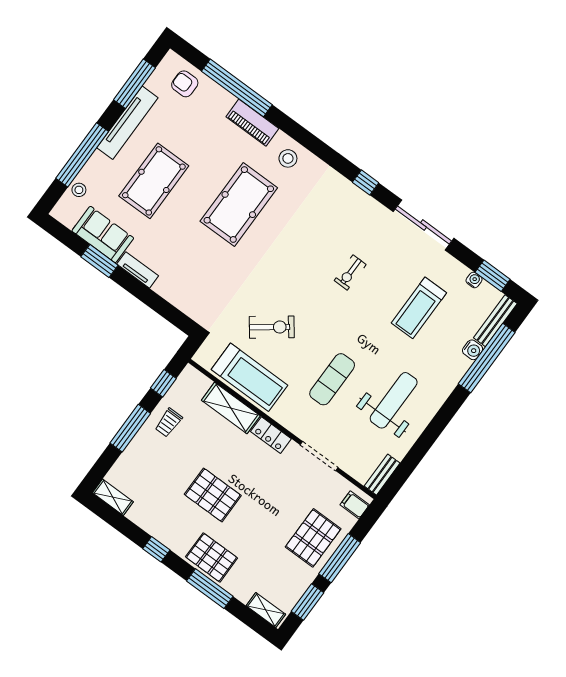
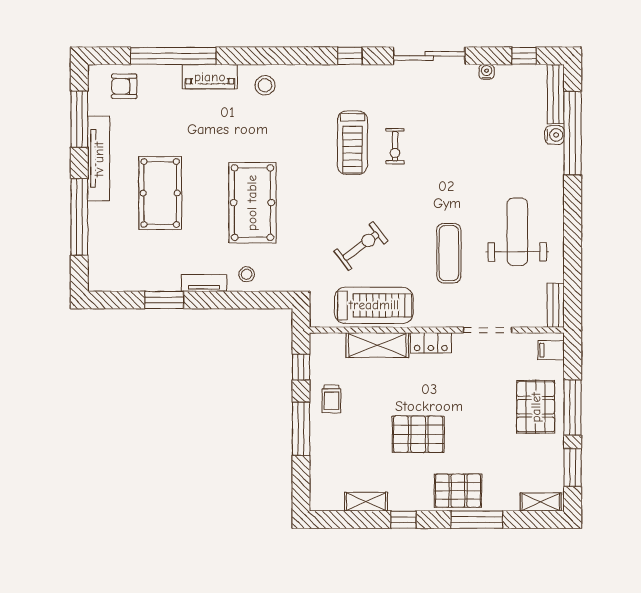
stool: (79, 190) -> (247, 274), moved
pool table: (239, 205) -> (252, 203), moved
sofa: (103, 234) -> (150, 274), removed
window: (493, 276) -> (524, 56), width x0.67
water cooler: (474, 280) -> (487, 72), moved
treadmill: (419, 308) -> (352, 143), moved
shelving: (113, 497) -> (366, 502), moved

